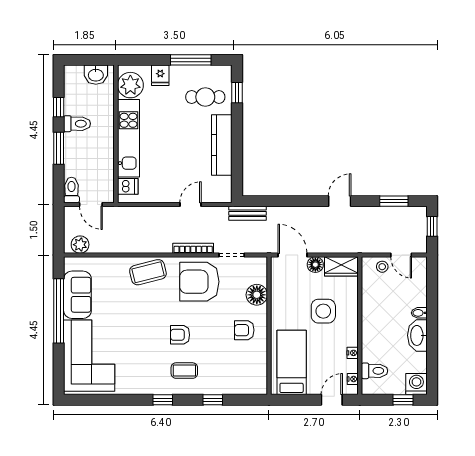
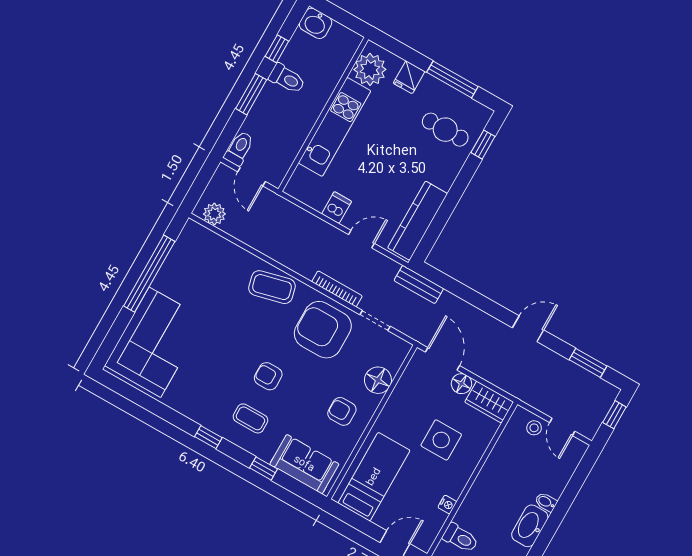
washbasin: (96, 75) -> (316, 23), moved
kitchen counter: (222, 145) -> (418, 221), moved
dishwasher: (128, 186) -> (337, 208), moved, turned -90
sofa: (77, 295) -> (304, 464), moved, turned -90
nightstand: (353, 379) -> (431, 533), removed

